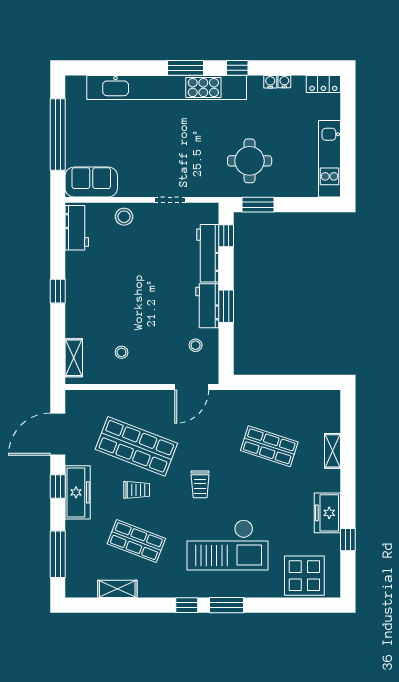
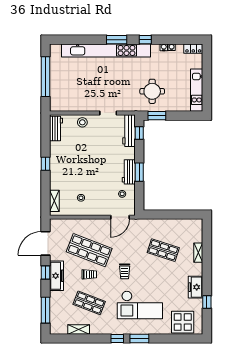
sofa: (91, 182) -> (64, 103), removed
workbench: (208, 253) -> (129, 131), moved

